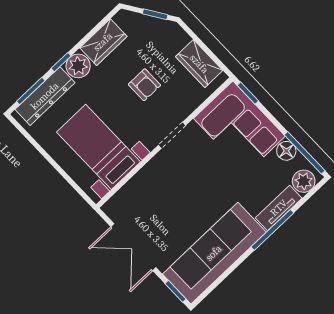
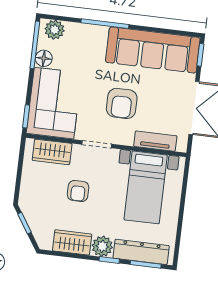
wardrobe: (199, 64) -> (52, 152), moved, turned 90
armchair: (144, 85) -> (78, 191), turned 180
armchair: (190, 187) -> (122, 103), added
tv unit: (279, 208) -> (155, 141), moved, turned 180

